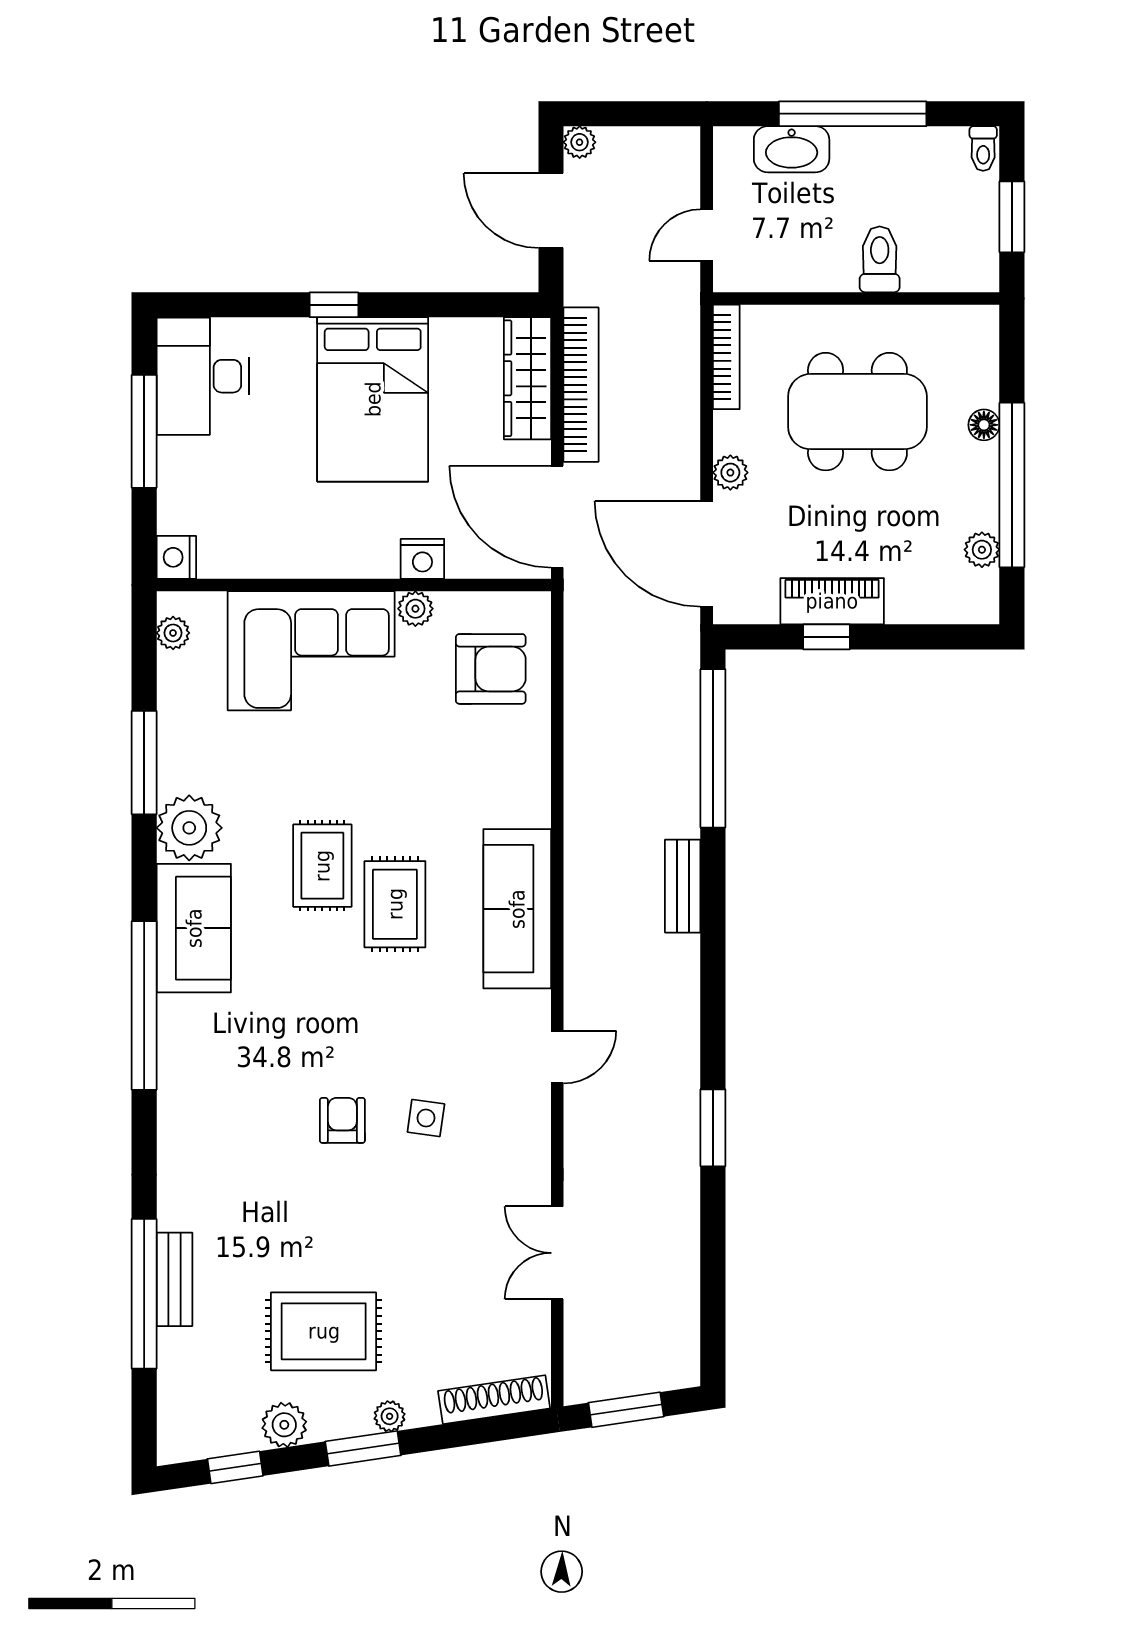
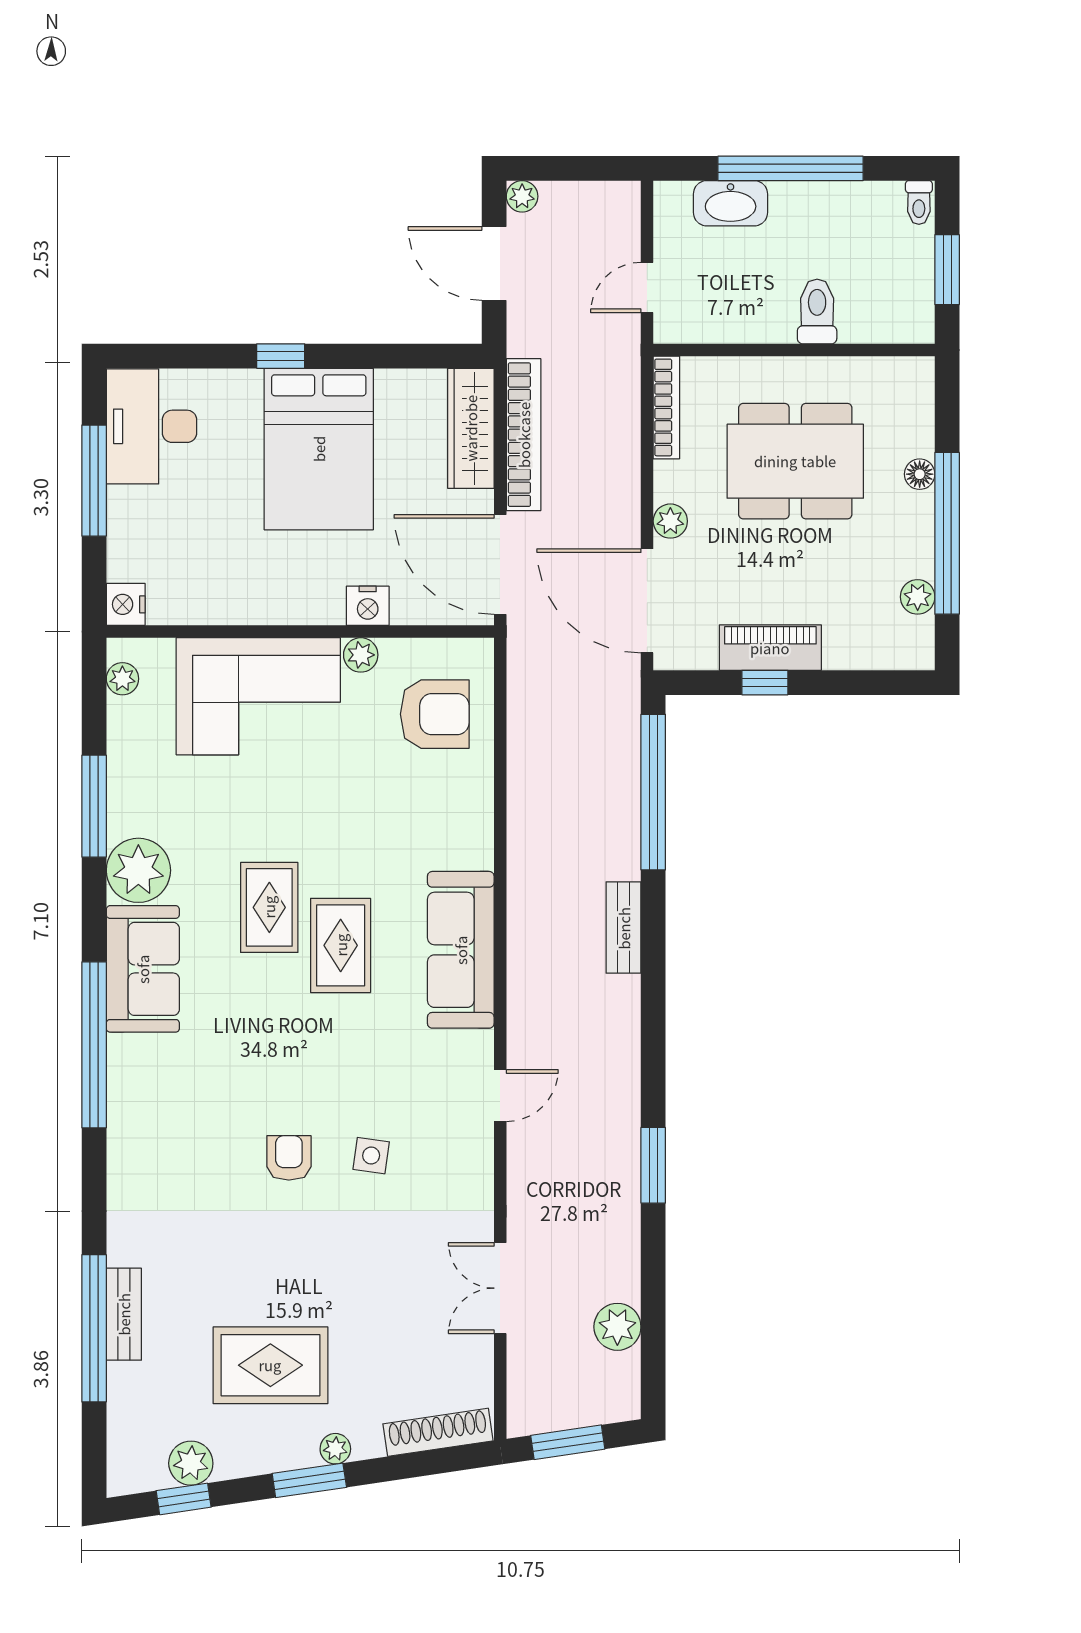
plant: (677, 1292) -> (617, 1327), added
plant: (284, 1425) -> (191, 1463), moved

